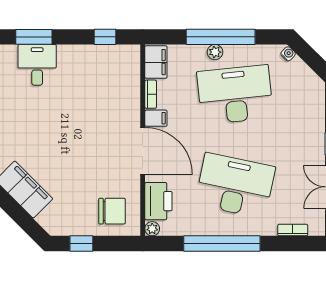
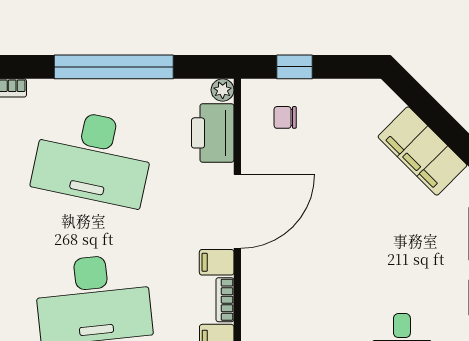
door: (143, 151) -> (237, 211), swing flipped
chair: (112, 211) -> (285, 117), width x0.54, depth x0.54
window: (81, 243) -> (294, 67), moved

